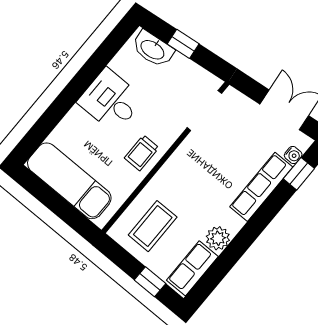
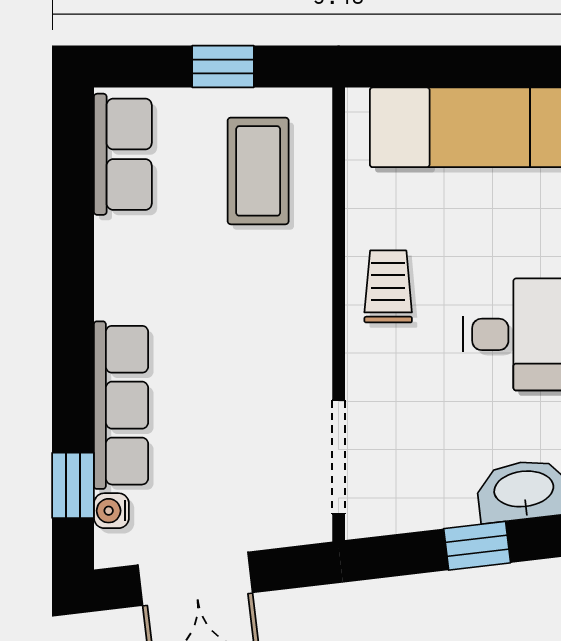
plant: (218, 238) -> (122, 247), removed
window: (150, 282) -> (223, 66), moved

